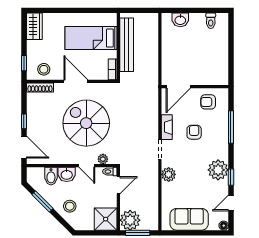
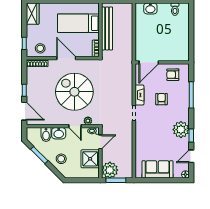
plant: (169, 174) -> (141, 133), removed
shower: (106, 219) -> (90, 159), moved

